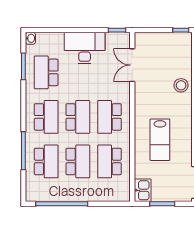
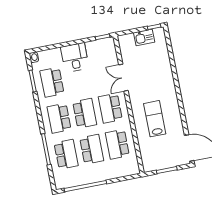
desk: (85, 48) -> (75, 57), width x0.73
double door: (132, 65) -> (123, 78), moved
stool: (181, 85) -> (163, 71), removed
school desk: (46, 117) -> (59, 118), turned 180
lab bench: (160, 140) -> (155, 119), turned 180
kitchen sink: (143, 190) -> (144, 37), moved, turned 90

